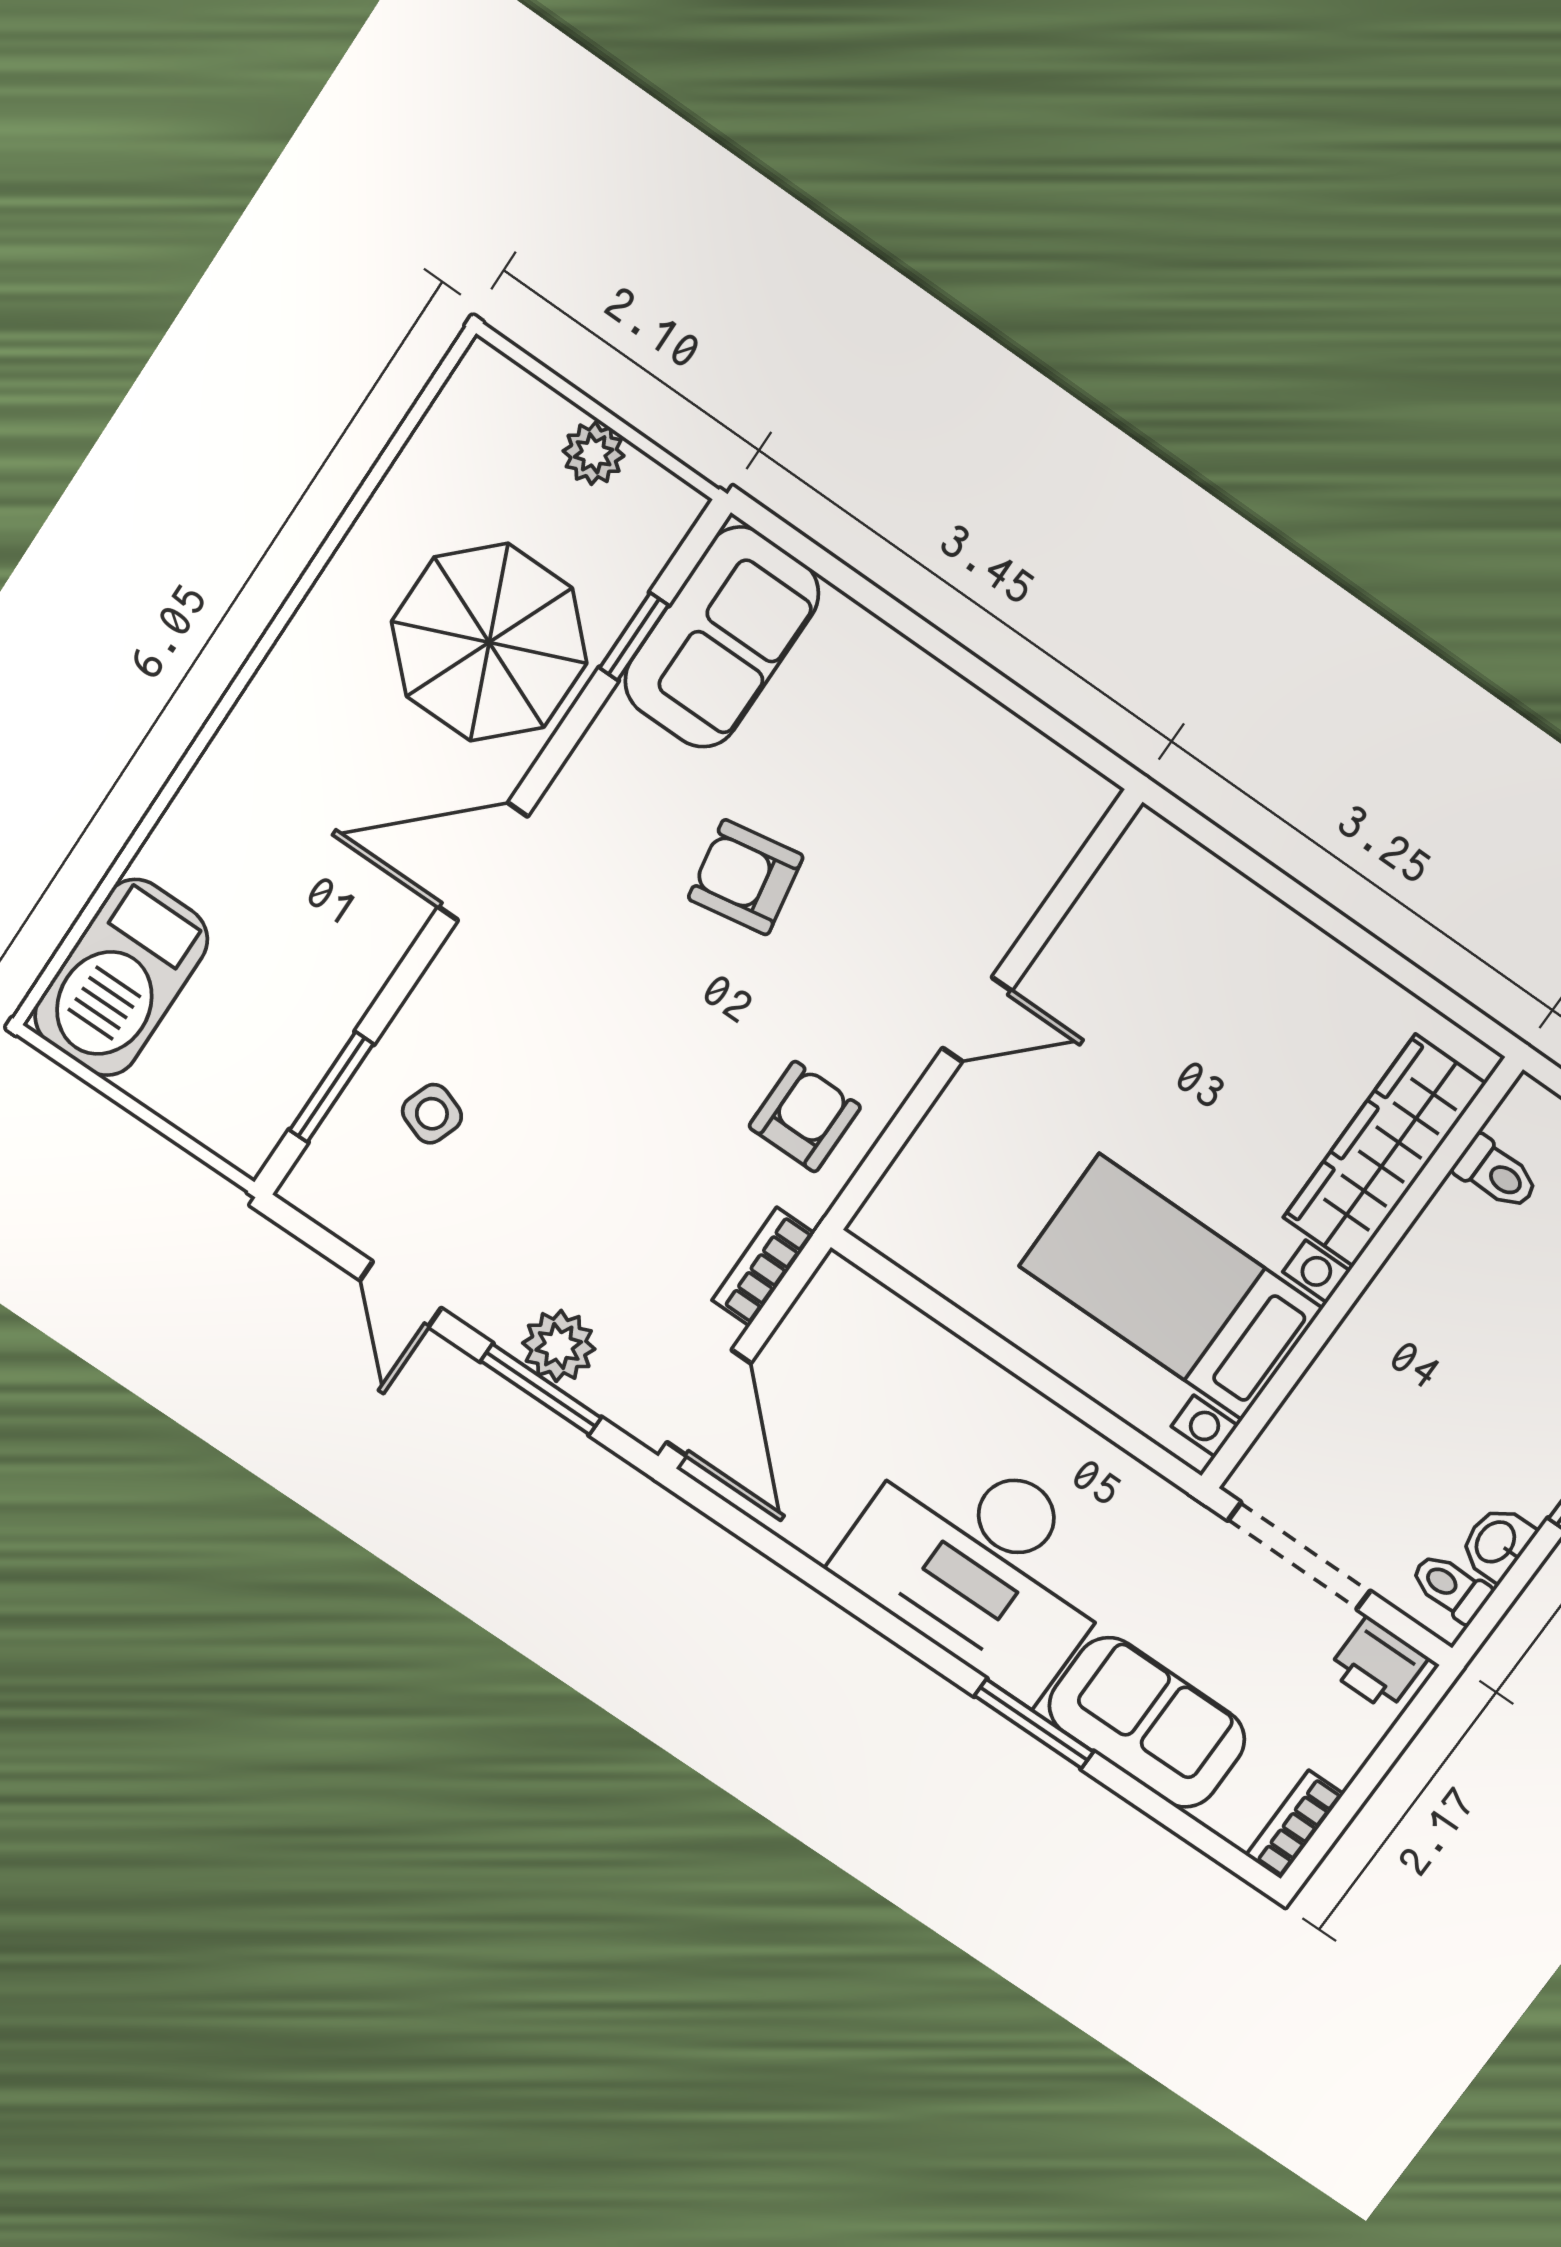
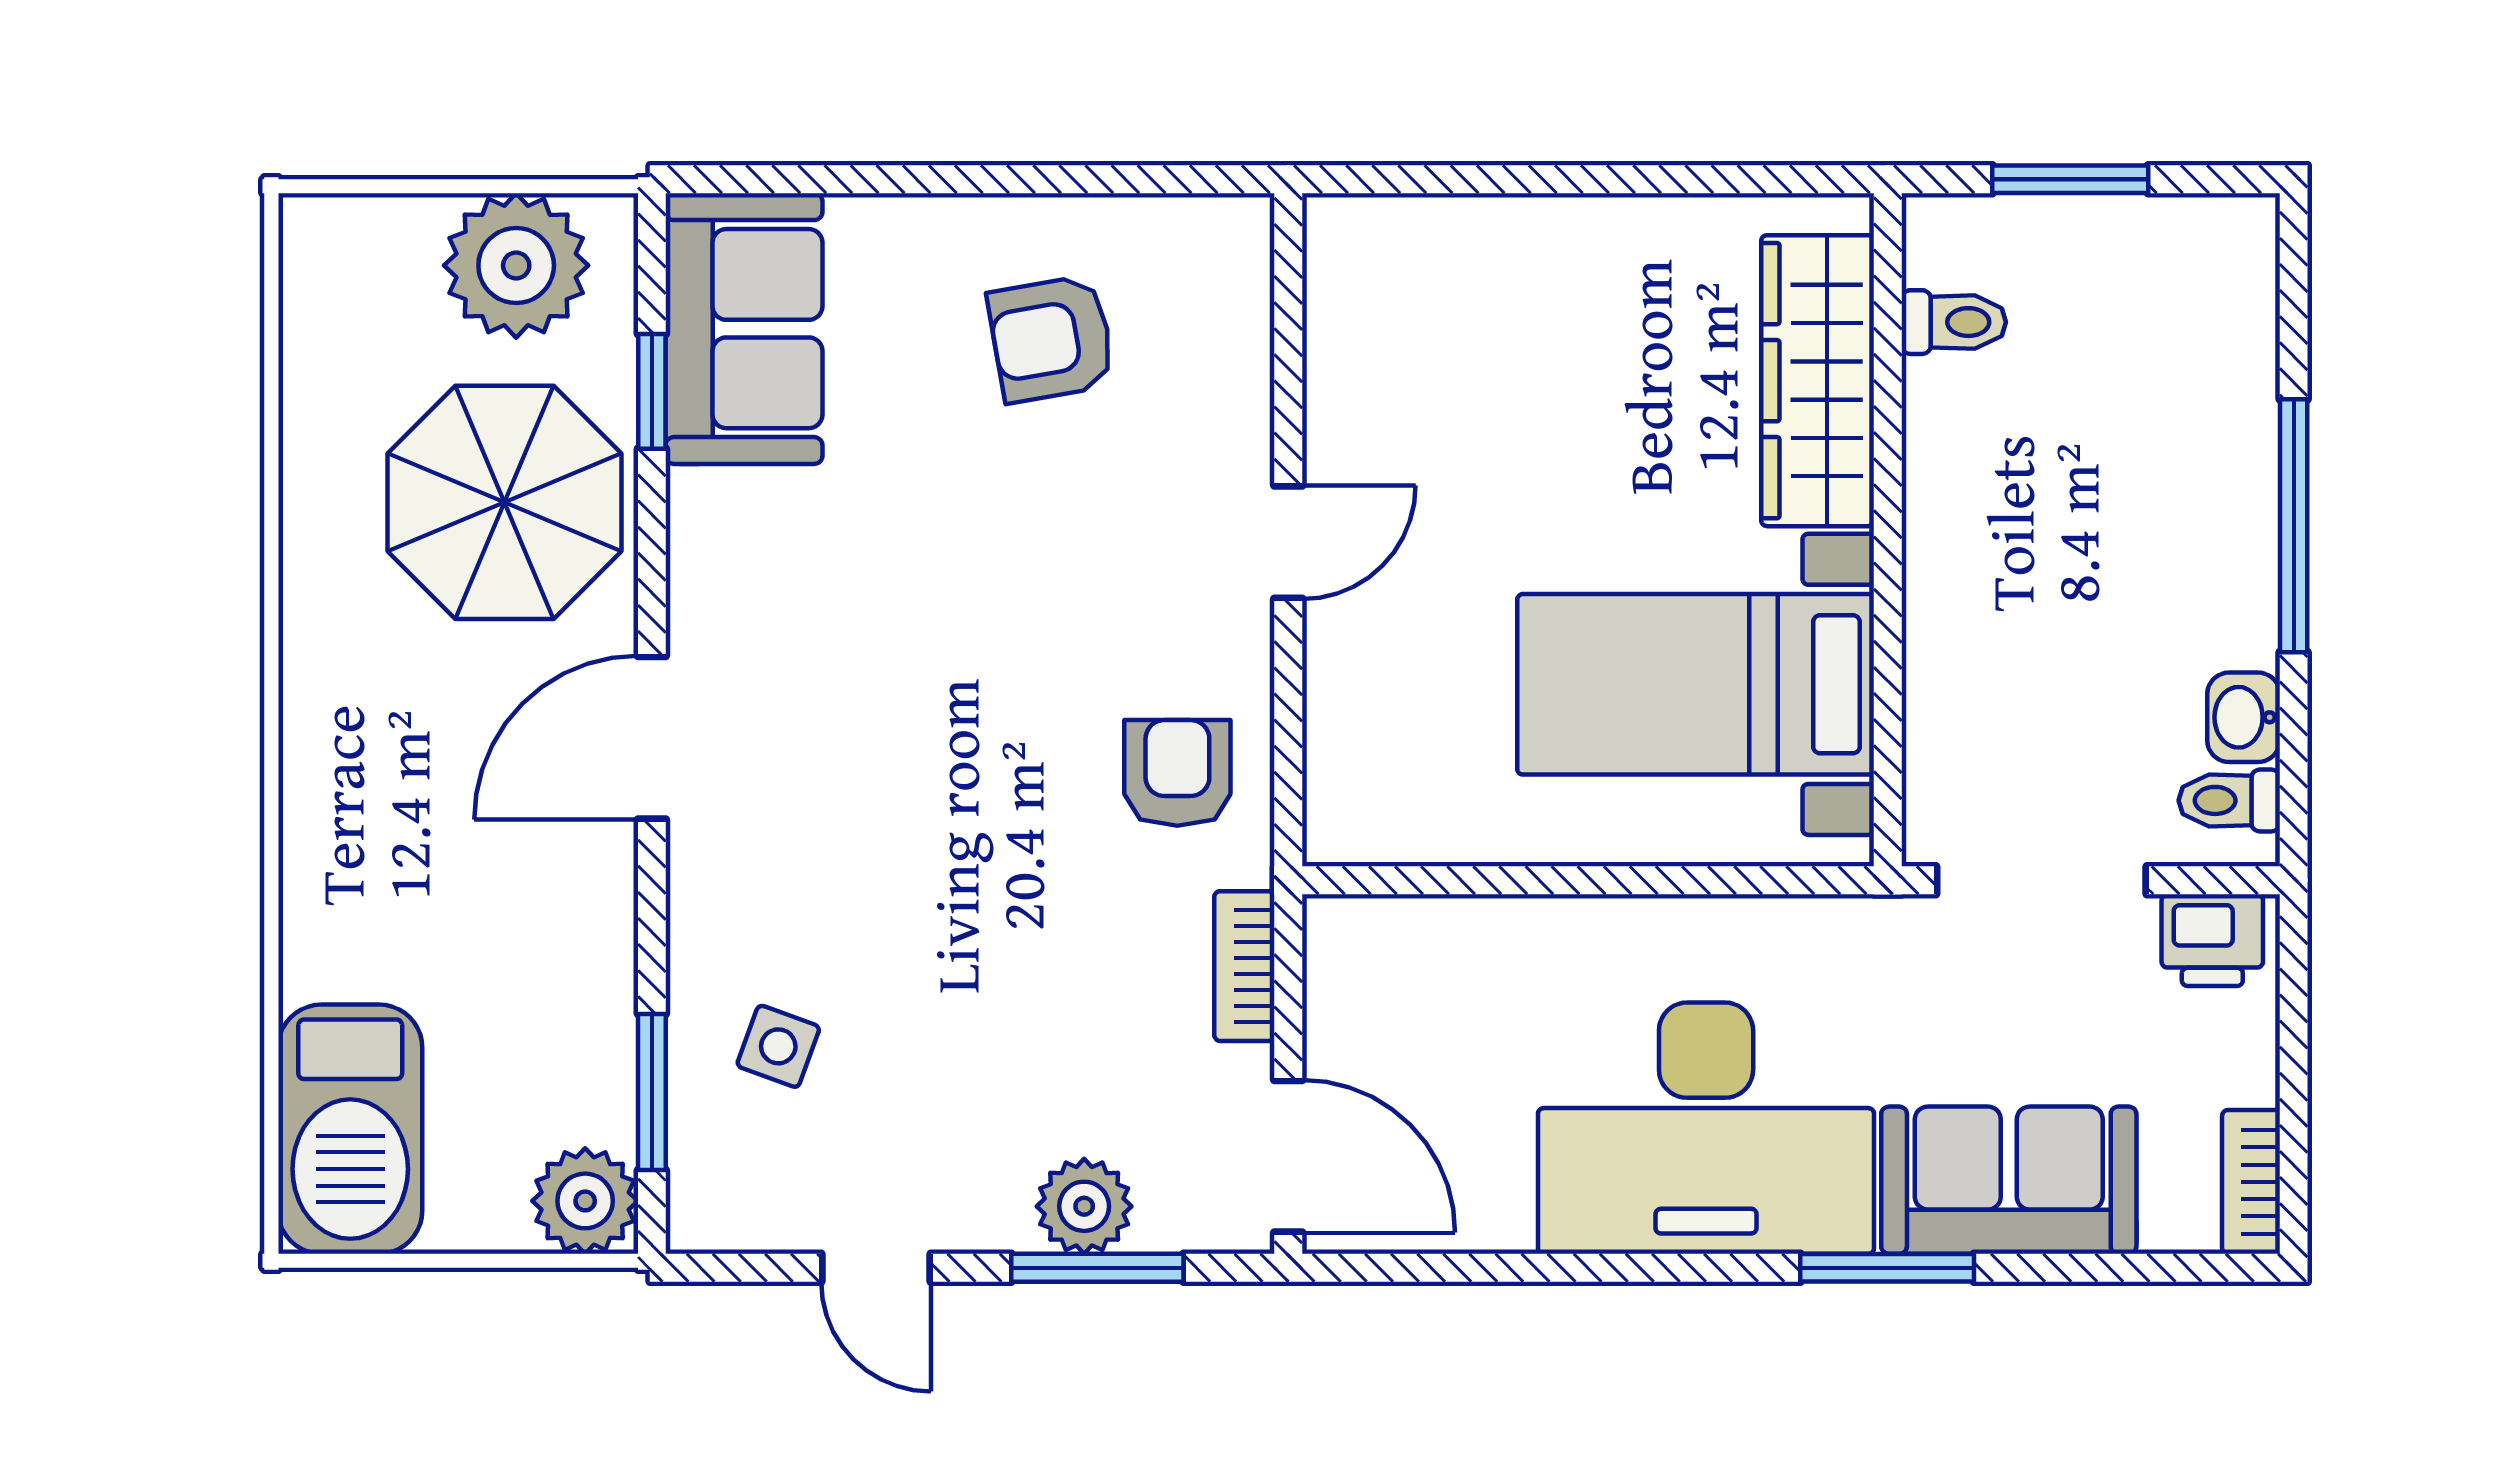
plant: (594, 453) -> (516, 265), width x1.87, depth x1.87
armchair: (746, 877) -> (1051, 339), moved
plant: (243, 1126) -> (585, 1201), added

